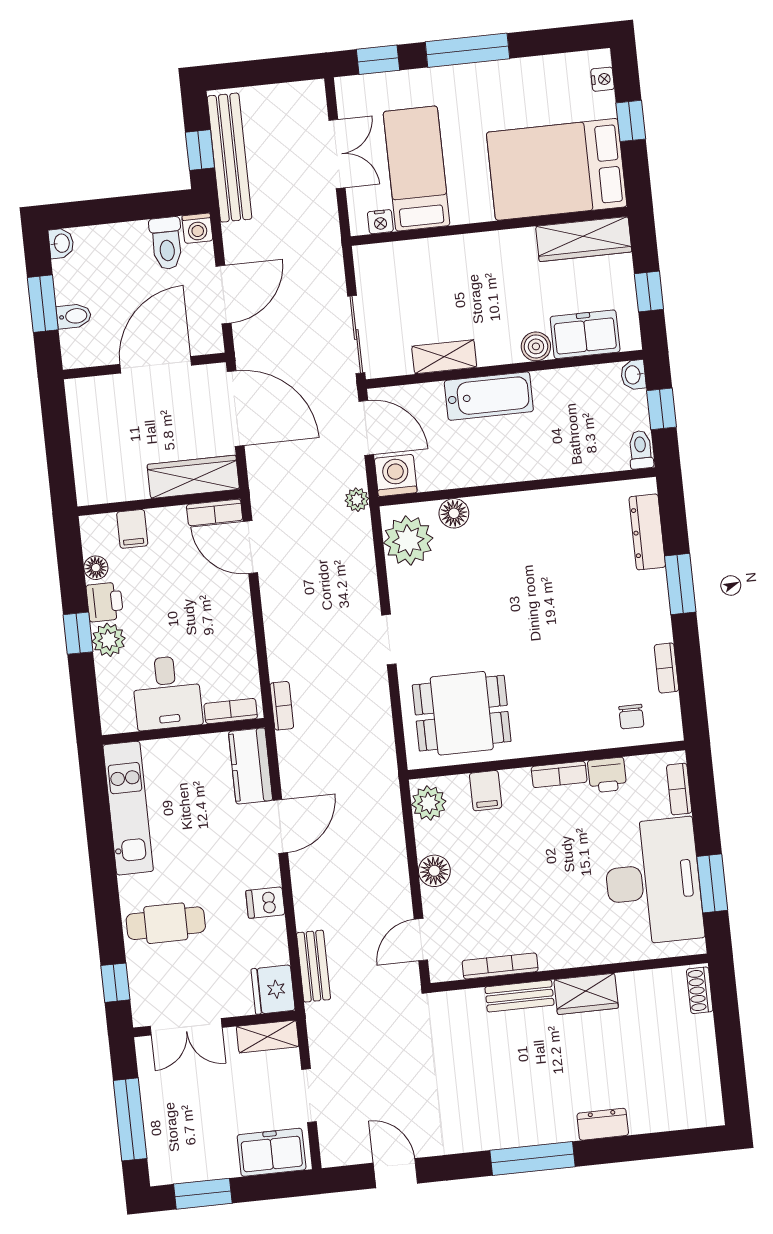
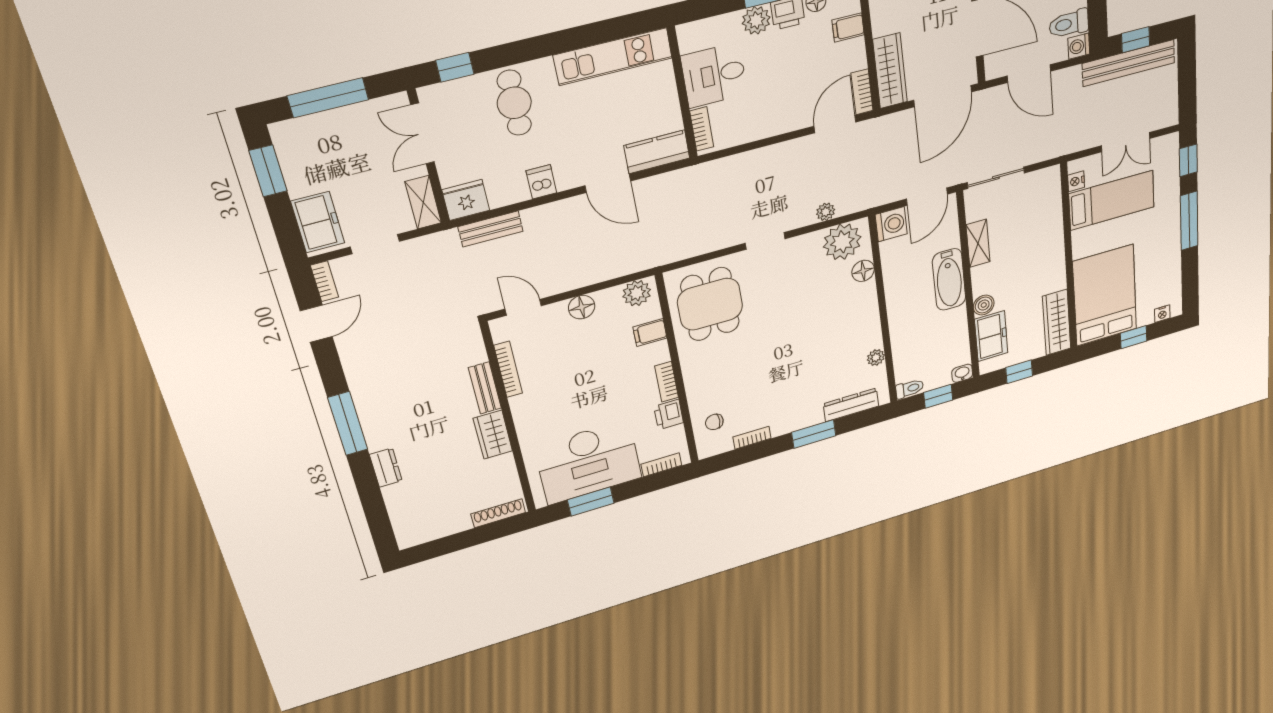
plant: (583, 497) -> (876, 357), added
plant: (357, 500) -> (826, 212), moved
bookcase: (282, 706) -> (325, 281), moved, turned -90
shoe rack: (700, 990) -> (498, 513), width x1.43

